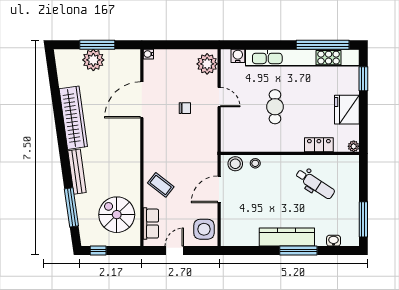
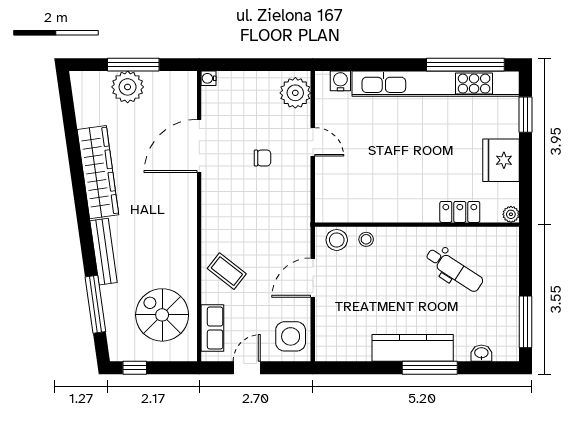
cafe table: (275, 107) -> (395, 156), removed

